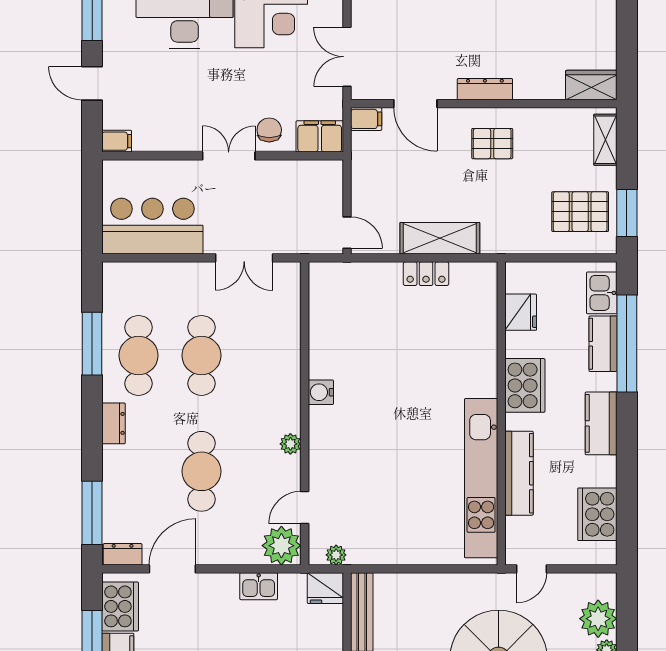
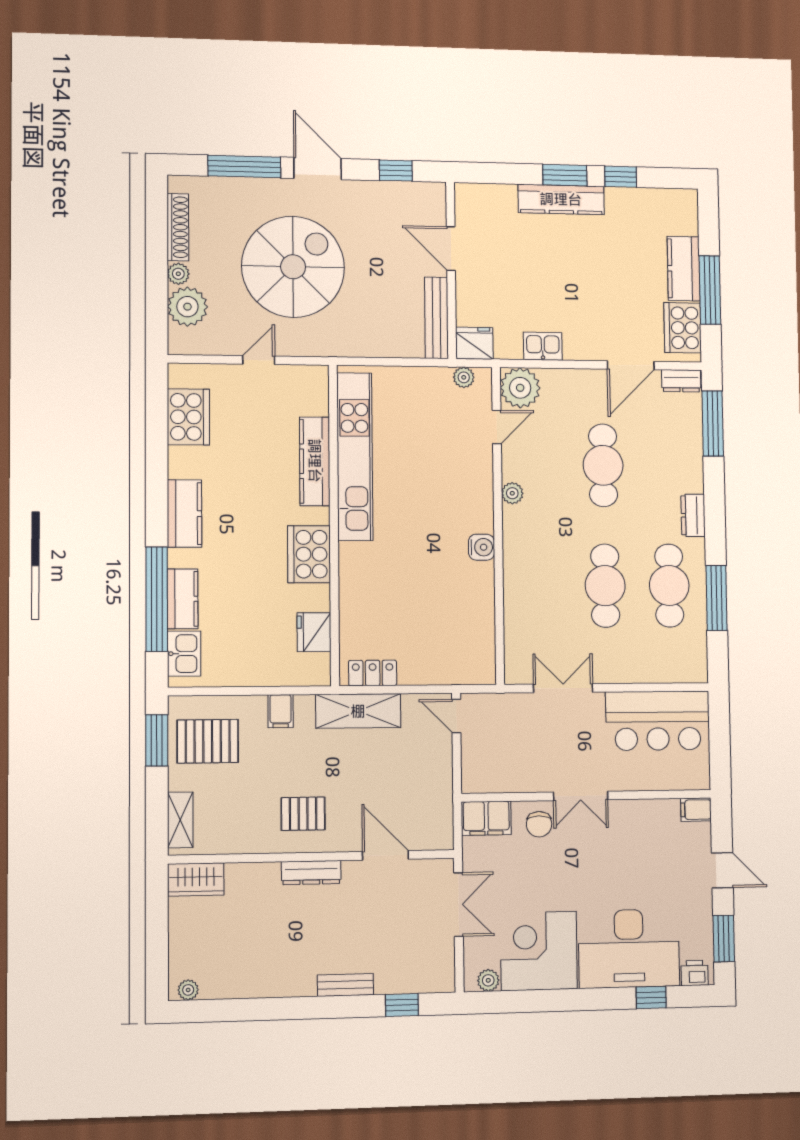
filing cabinet: (366, 119) -> (281, 711), moved, turned -90
fridge: (521, 312) -> (314, 632), moved
cooker: (525, 385) -> (309, 554), moved
wall: (501, 413) -> (334, 525), moved
kitchen counter: (519, 473) -> (315, 461), moved
kitchen unit: (481, 478) -> (355, 456), moved

